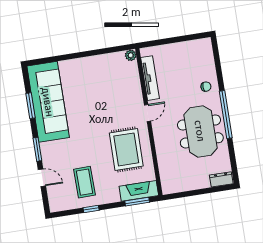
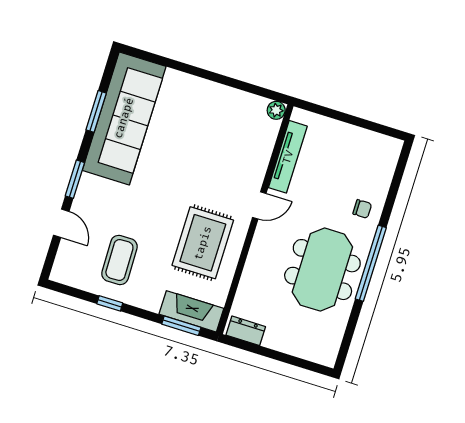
dresser: (221, 179) -> (246, 331), moved

